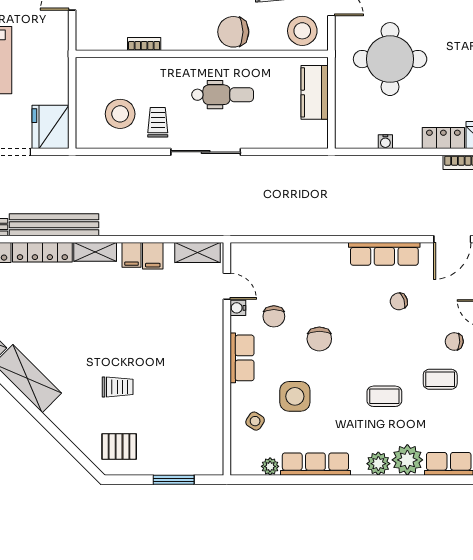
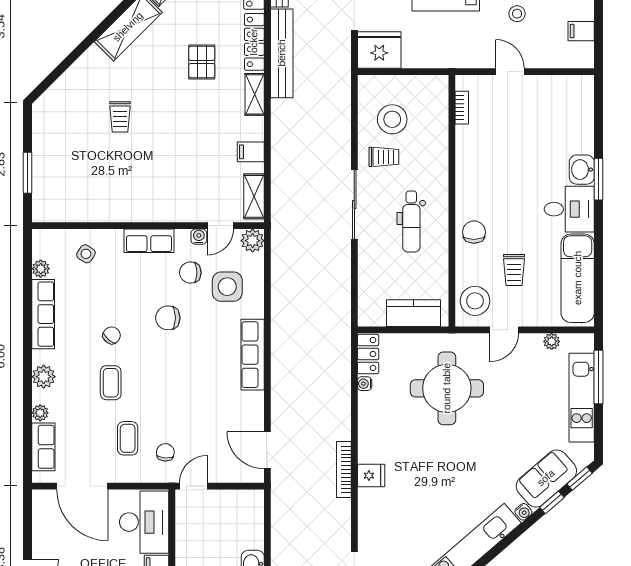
chair: (233, 32) -> (474, 232), width x0.73, depth x0.73
bookcase: (144, 44) -> (462, 108), moved
locker: (443, 138) -> (368, 354), moved
plant: (242, 254) -> (253, 241), added
row of seats: (384, 254) -> (253, 355), moved
filing cabinet: (132, 255) -> (252, 131), removed
chair: (399, 301) -> (112, 335), moved, turned 59
side table: (295, 396) -> (227, 287), moved
pallet: (119, 447) -> (202, 62), moved
plant: (407, 460) -> (40, 413), width x0.53, depth x0.53

